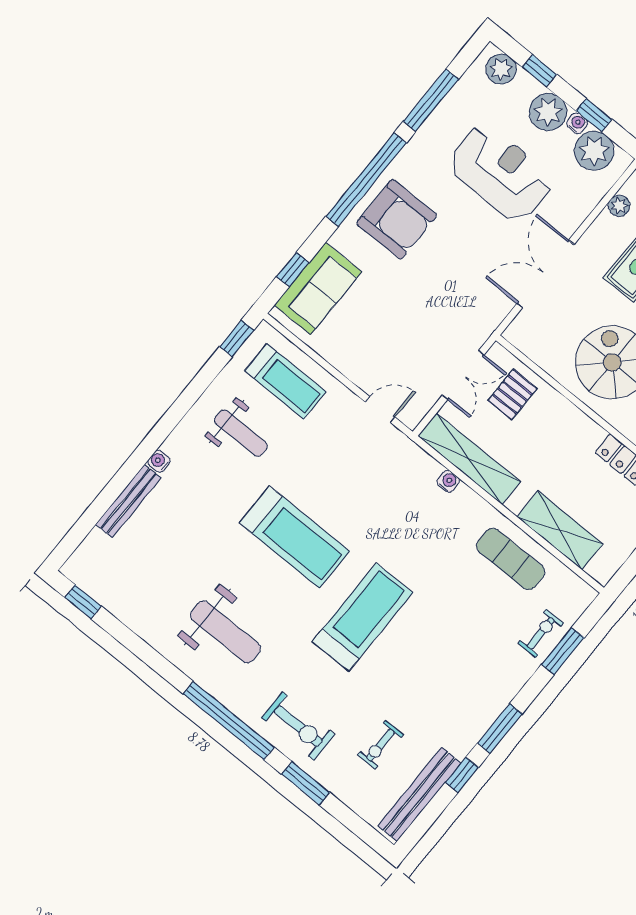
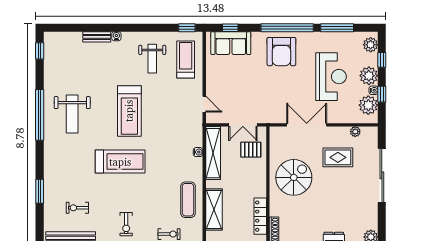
treadmill: (285, 381) -> (186, 59), turned 180
bench: (128, 501) -> (97, 37), width x0.73
window: (229, 721) -> (40, 115), moved
exercise bike: (298, 726) -> (126, 224), moved, width x0.73, depth x0.72

